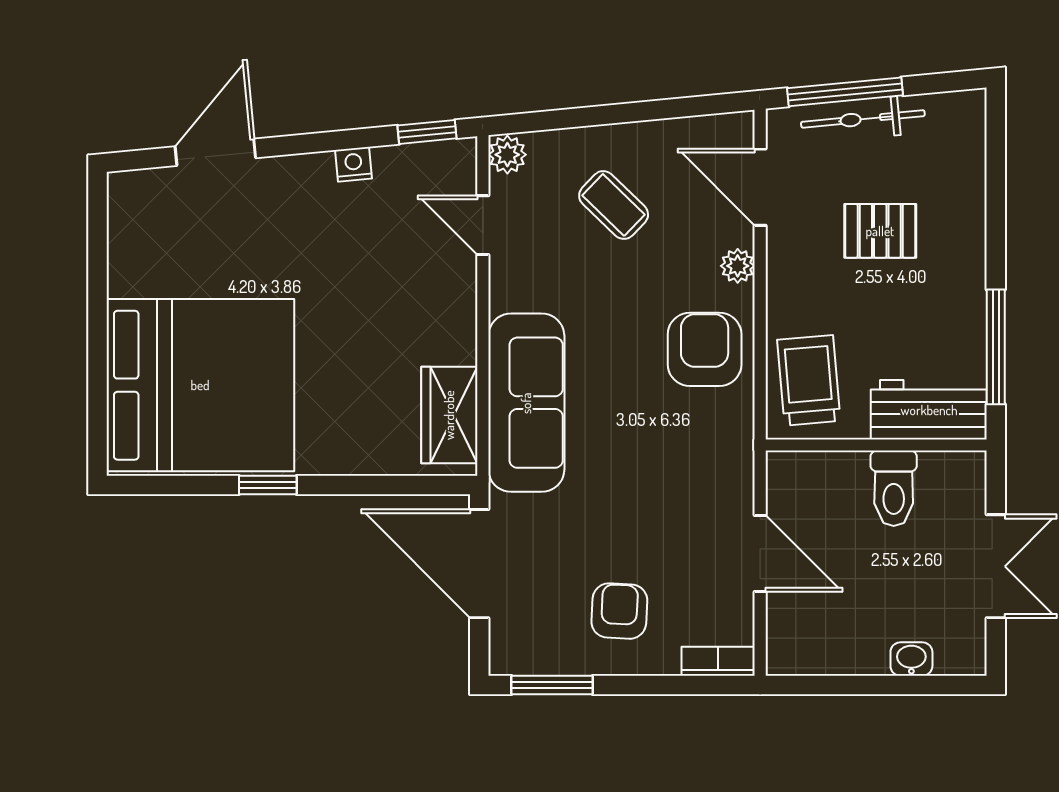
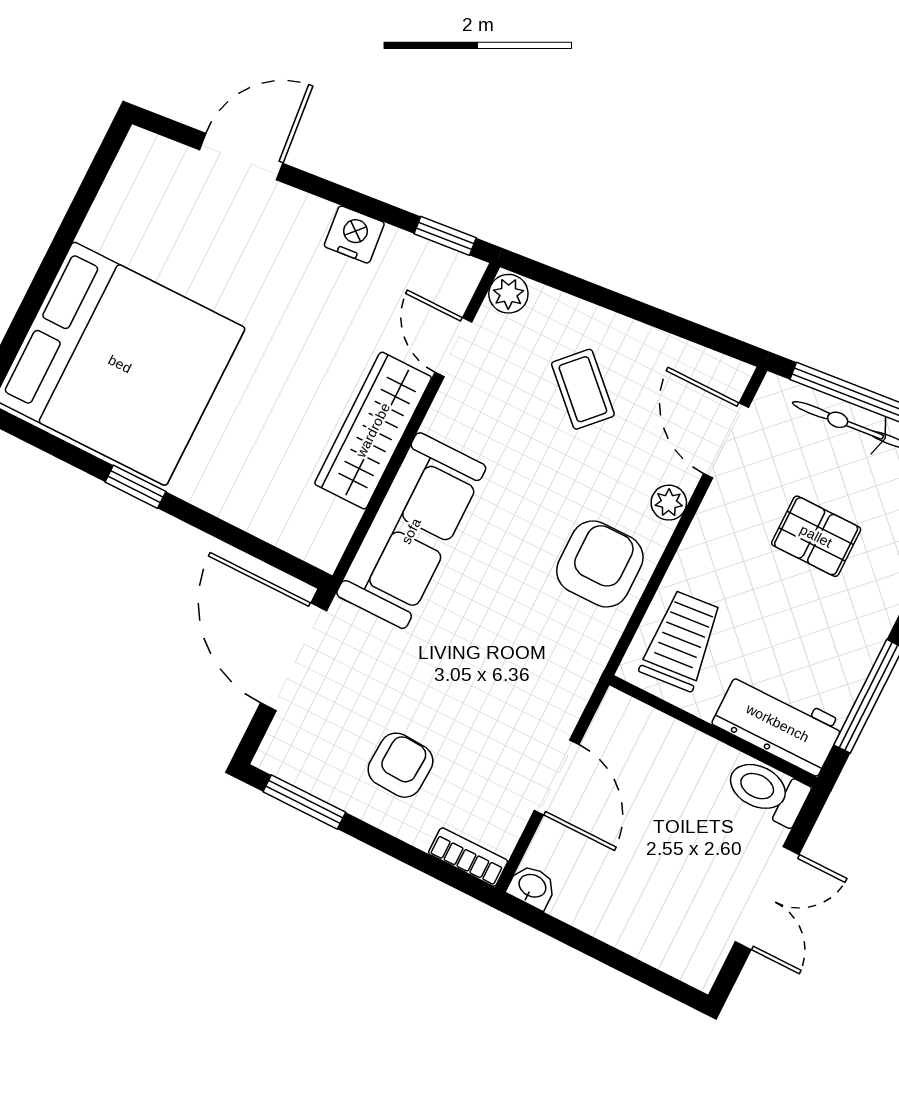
nightstand: (354, 164) -> (354, 234), width x1.39, depth x1.35
wardrobe: (449, 415) -> (373, 430), moved, width x1.50
toilet: (894, 488) -> (767, 791), moved, turned 90
washbasin: (911, 659) -> (532, 887), moved

